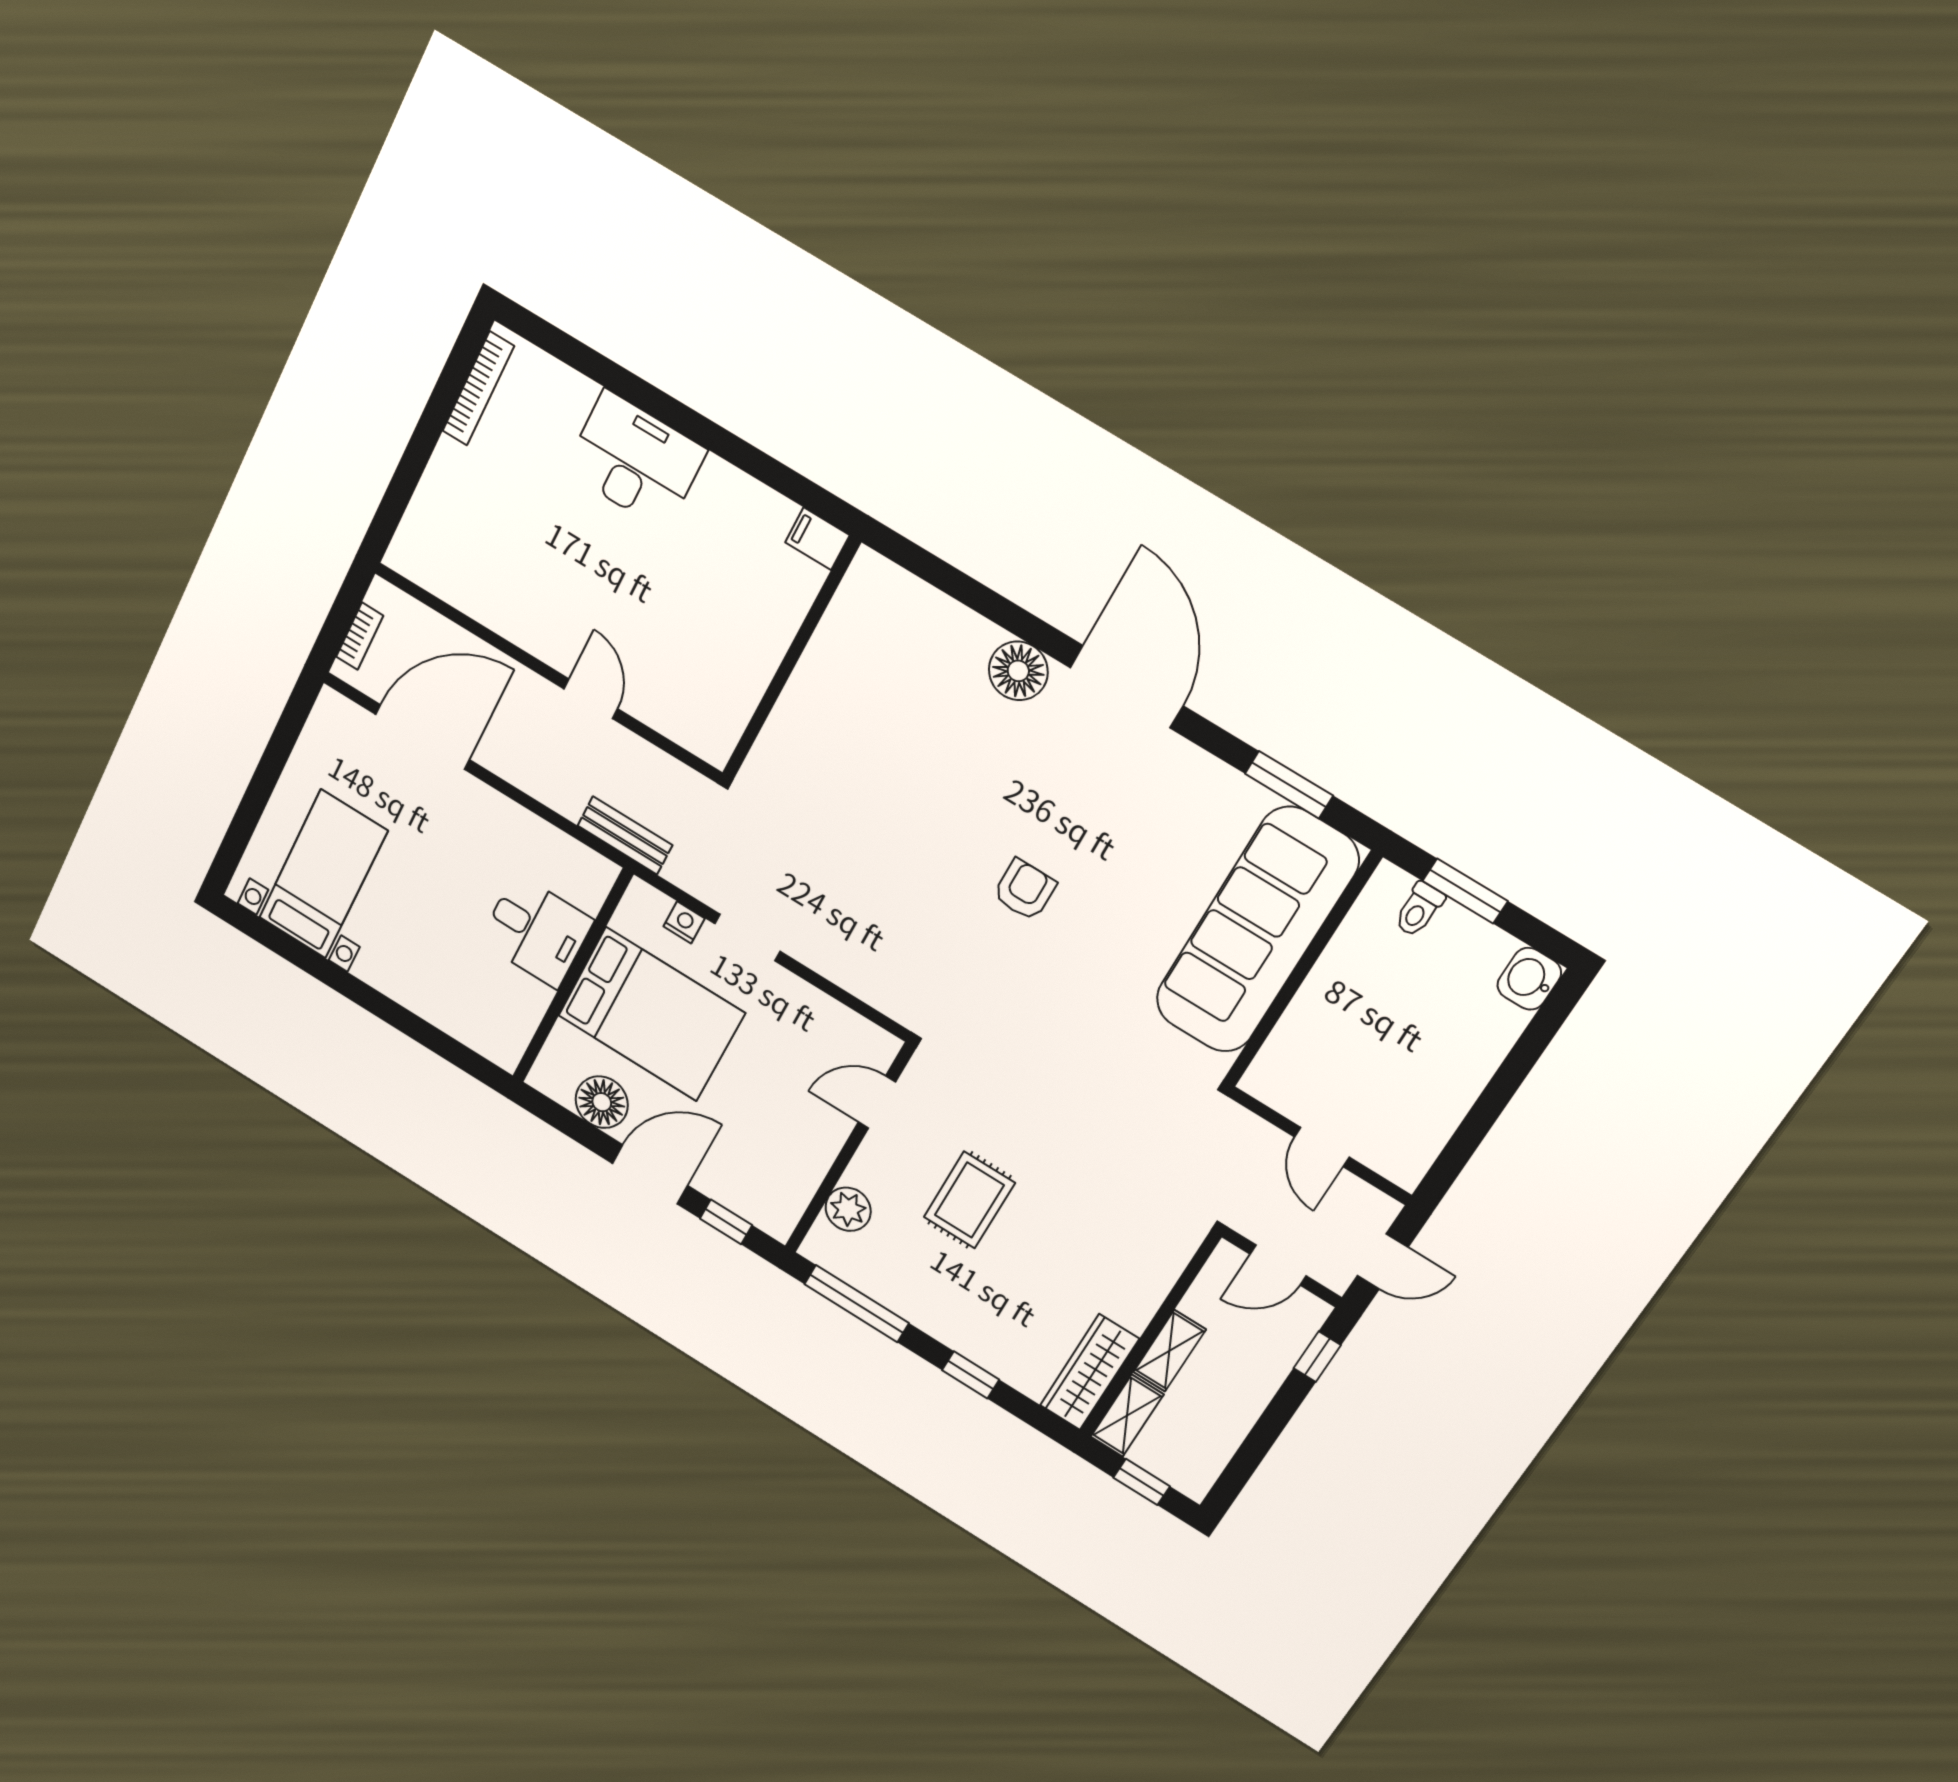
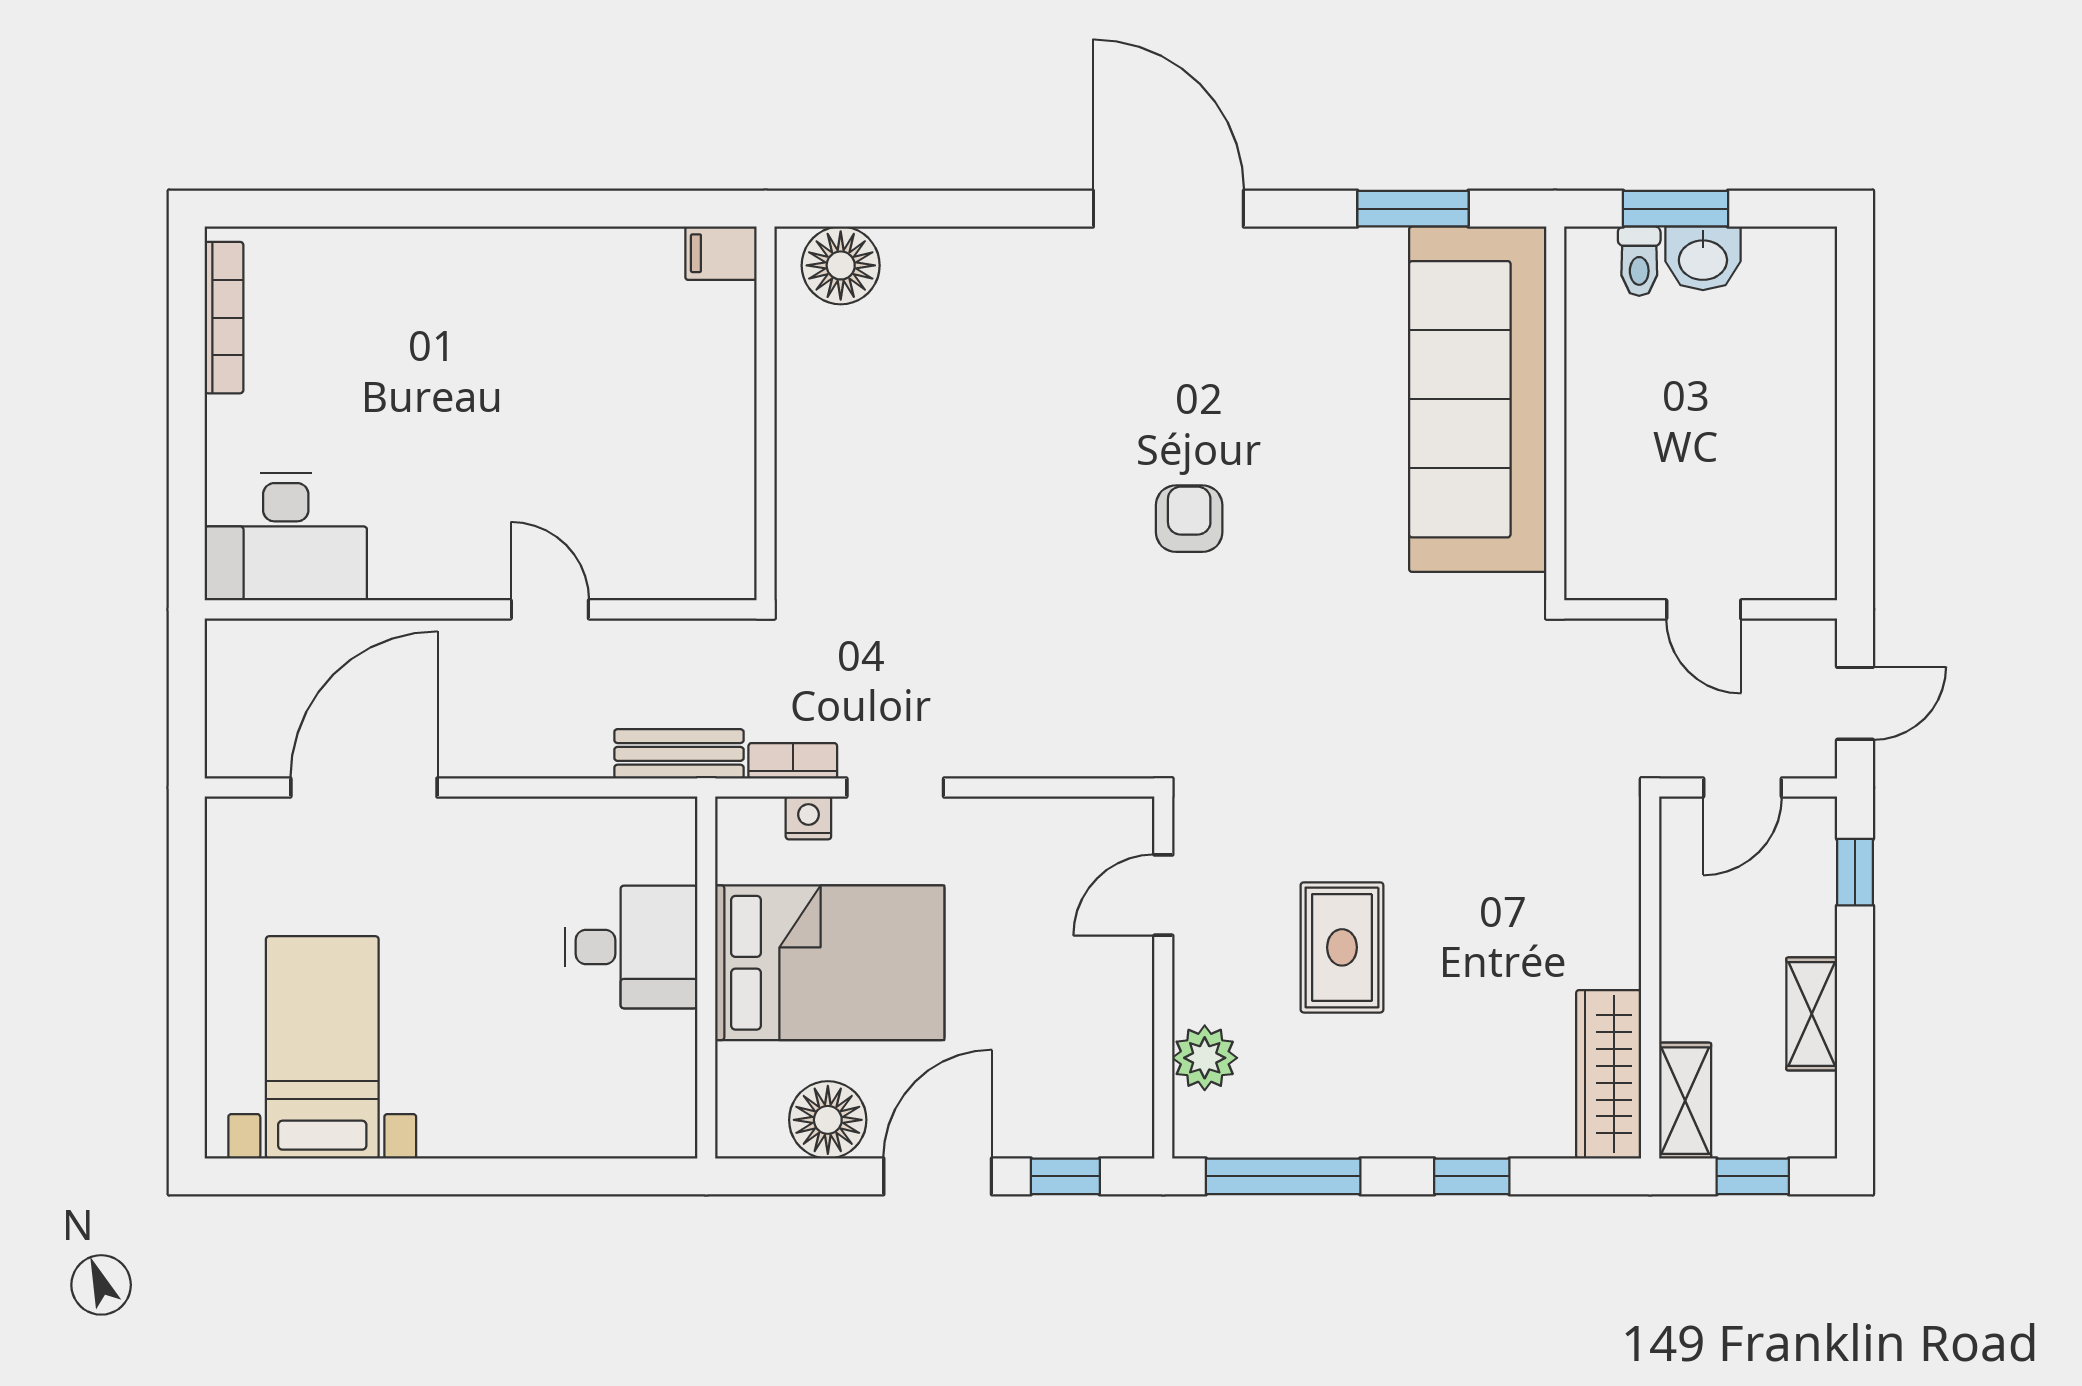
desk: (635, 460) -> (286, 537), moved, turned 180
bookcase: (360, 636) -> (793, 761), moved, turned -90
floor lamp: (1018, 671) -> (841, 265), moved
washbasin: (1529, 979) -> (1703, 258), moved, turned -90
shelving: (1169, 1351) -> (1812, 1014), moved

